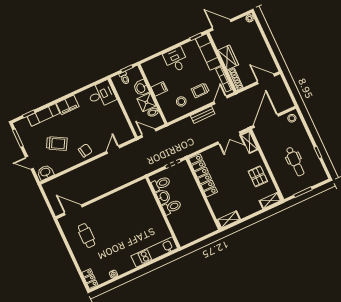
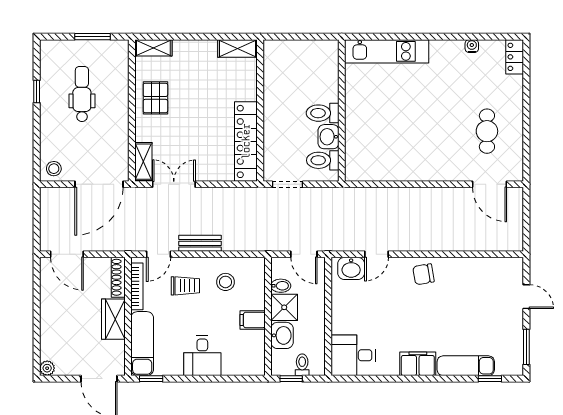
trolley: (57, 143) -> (466, 308), removed
washbasin: (45, 172) -> (351, 268), moved

